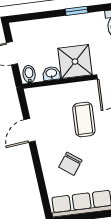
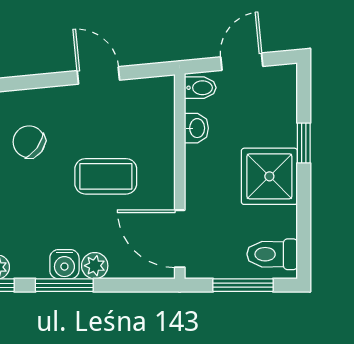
window: (76, 11) -> (304, 143), moved
shower: (75, 62) -> (269, 176), moved

